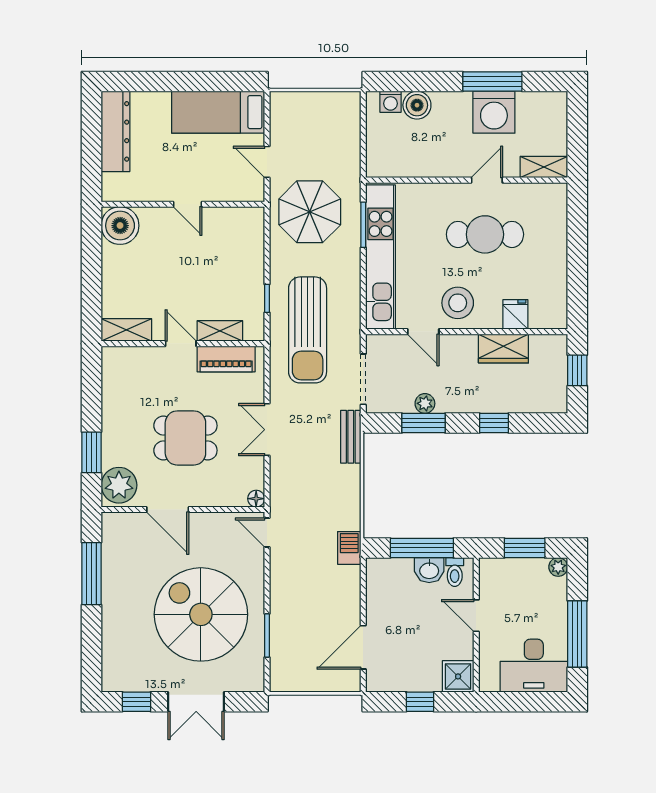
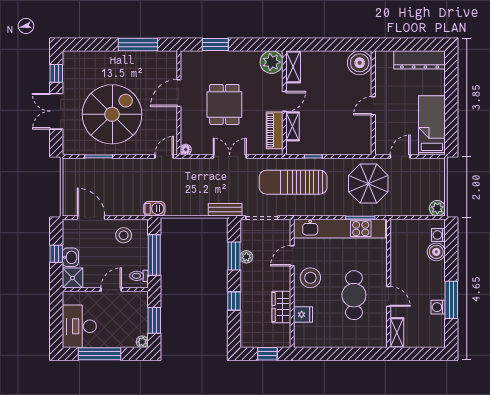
plant: (348, 104) -> (437, 208), added
washing machine: (494, 112) -> (438, 307), width x0.53, depth x0.53
plant: (119, 485) -> (272, 62), moved
washbasin: (429, 570) -> (70, 257), moved, turned 180
stool: (391, 596) -> (124, 235), added

